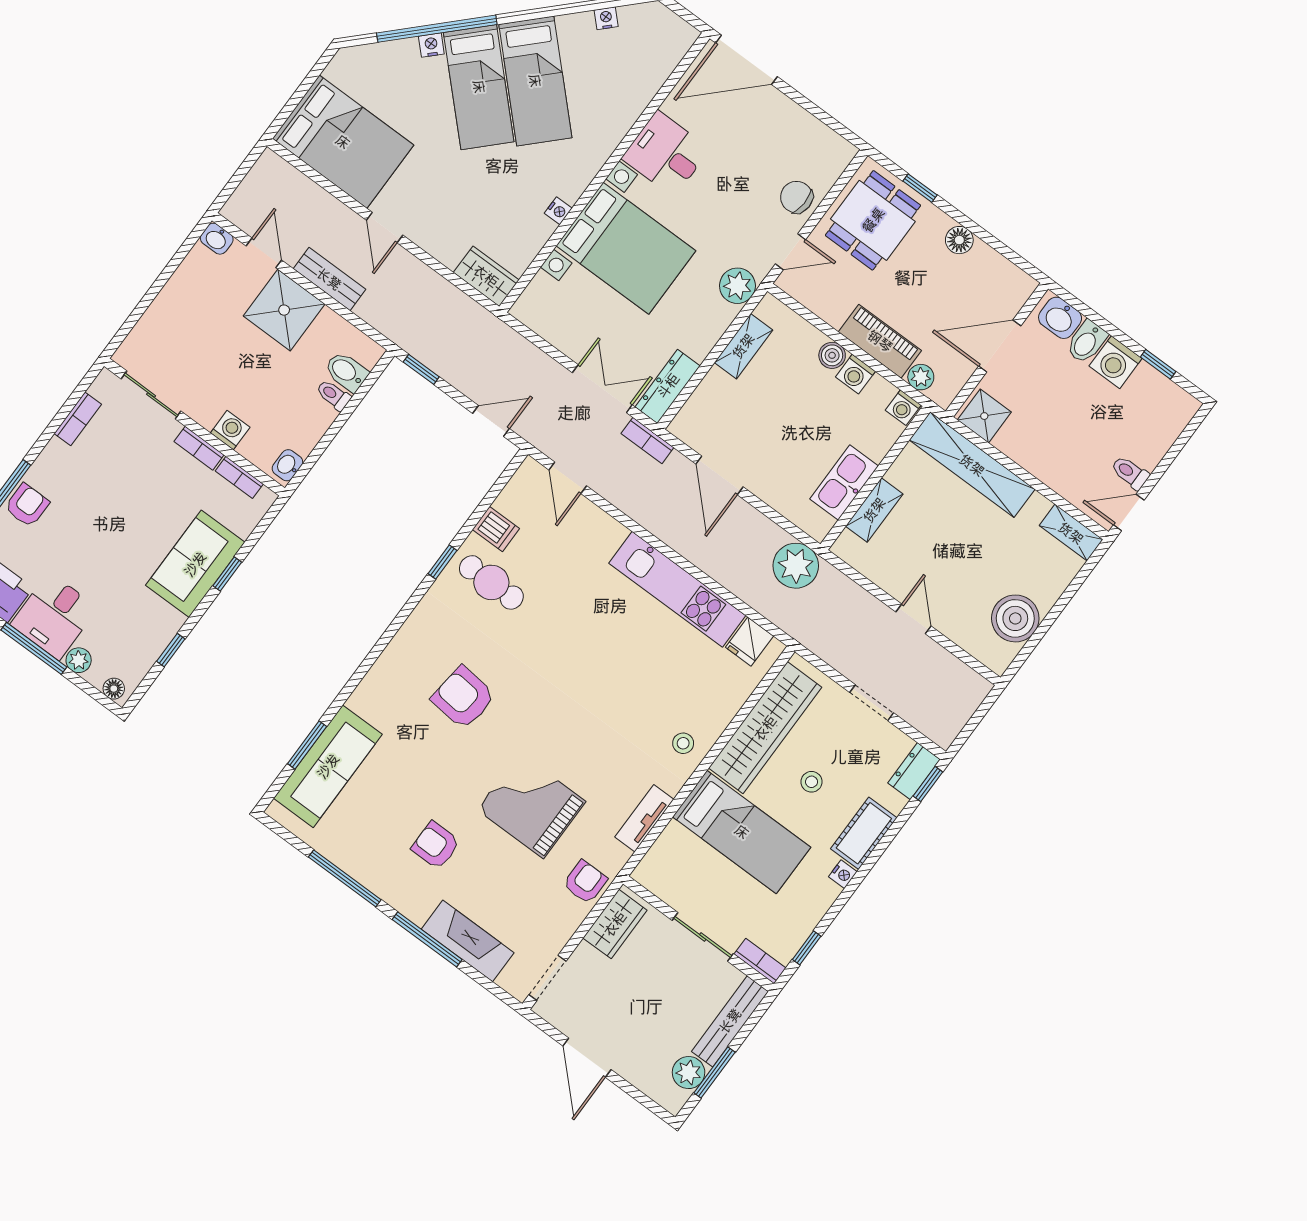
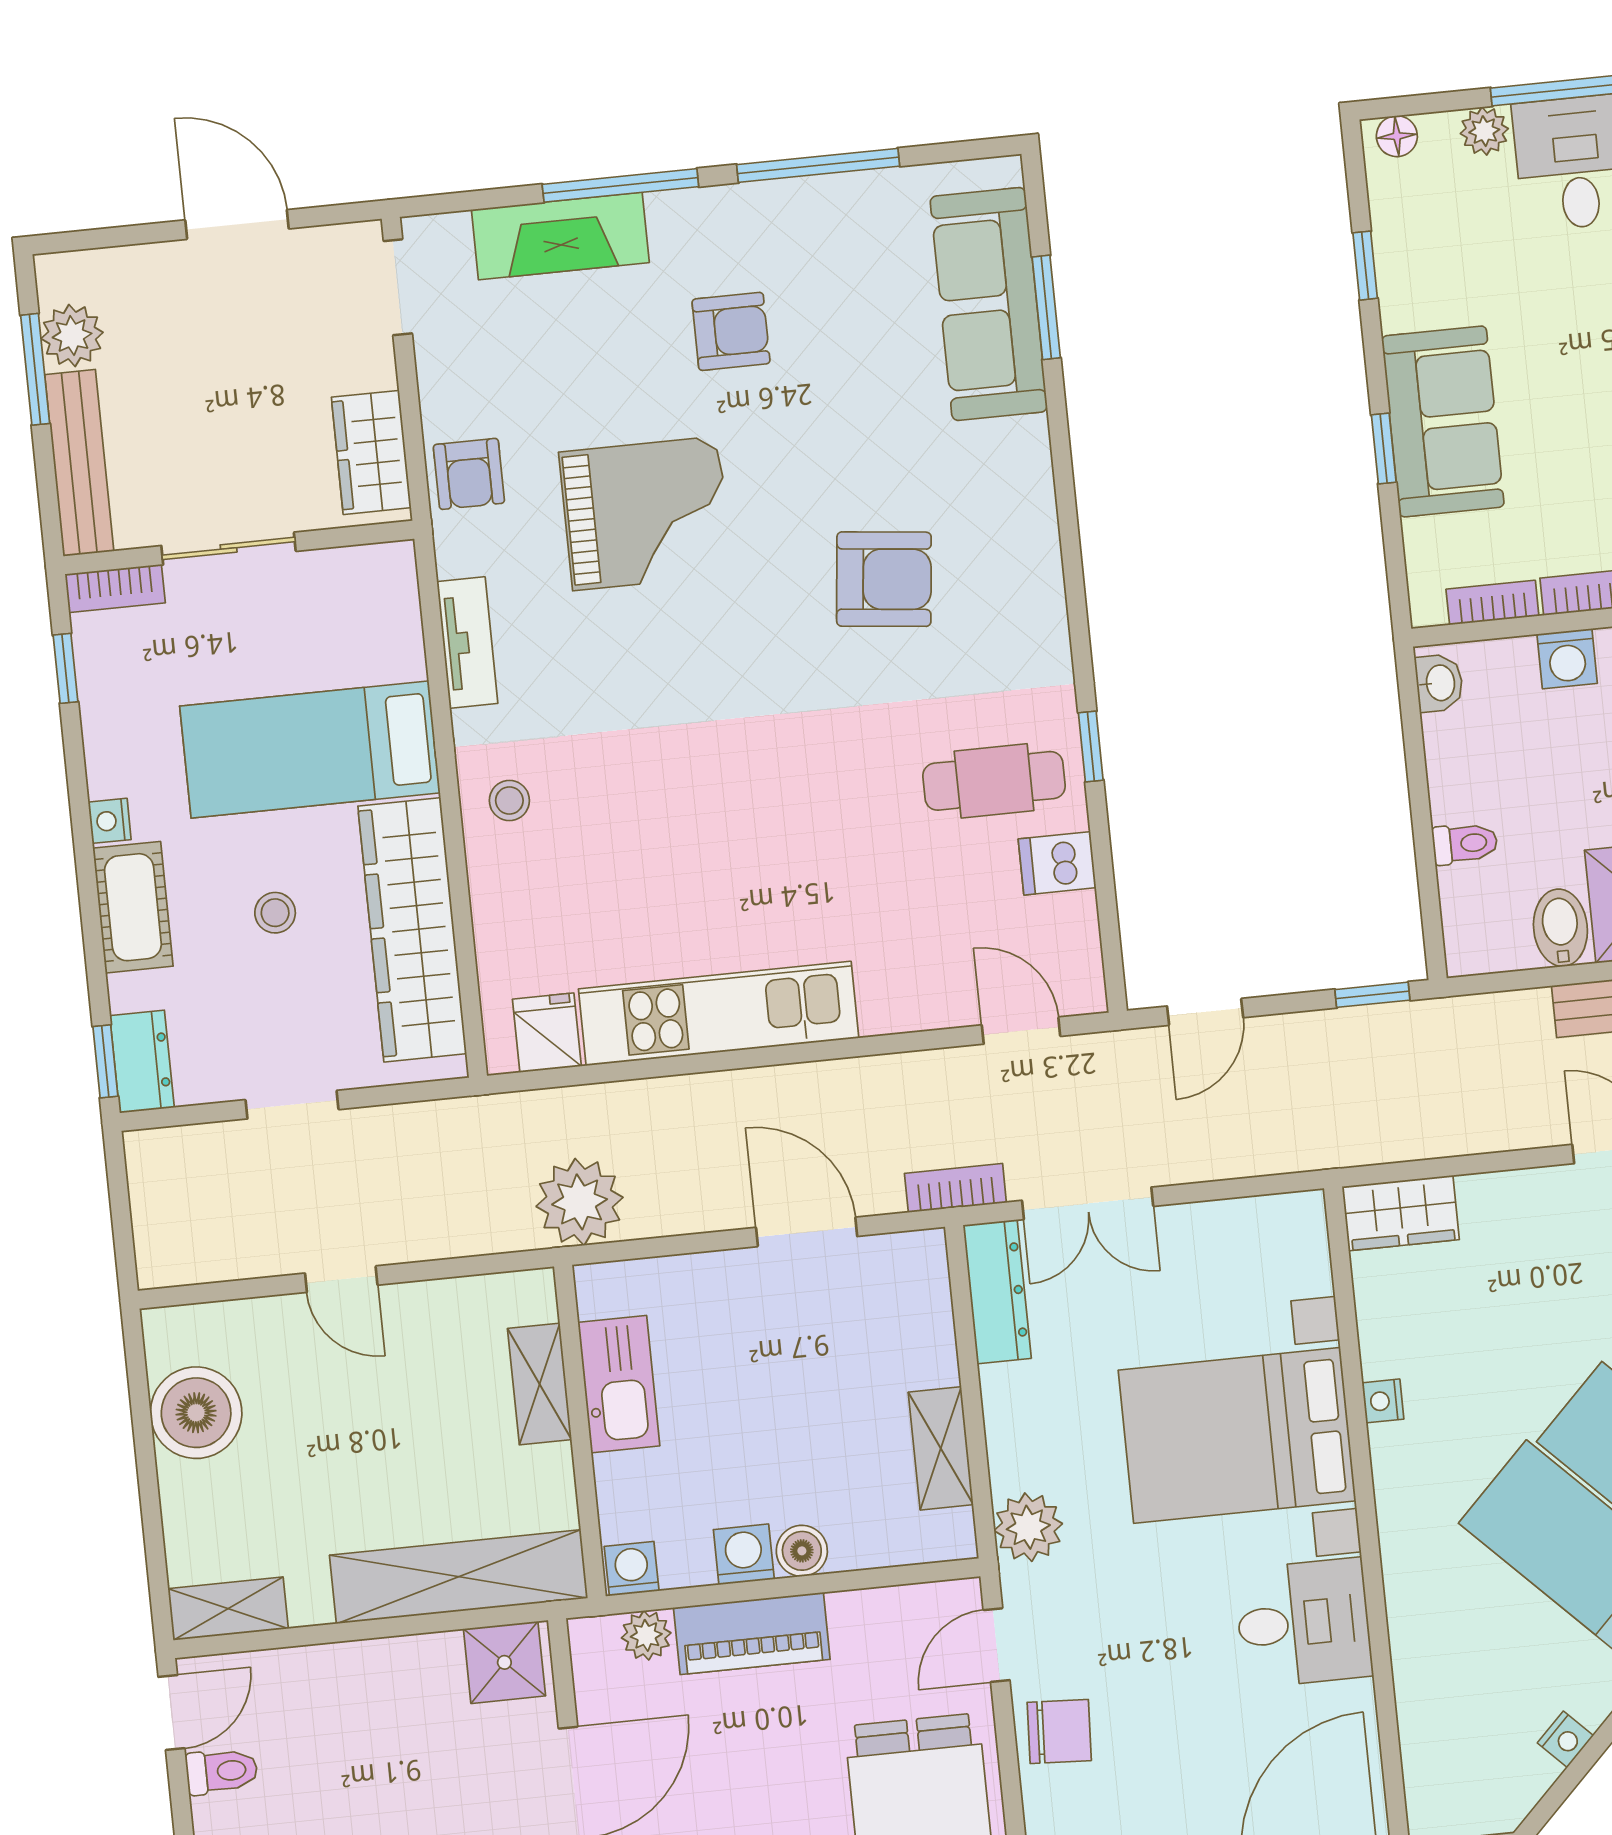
bidet: (346, 372) -> (1560, 928), moved, turned -90

